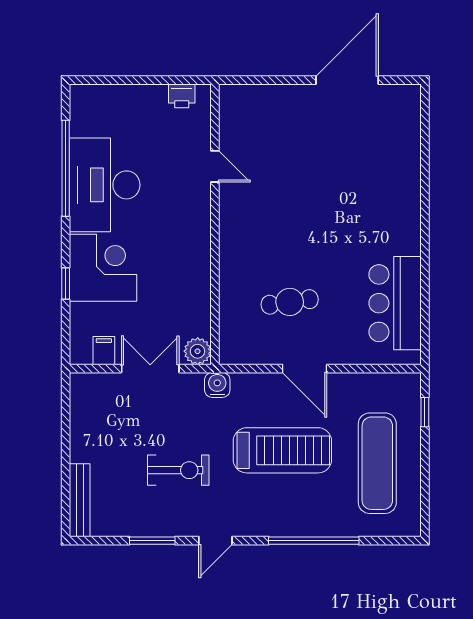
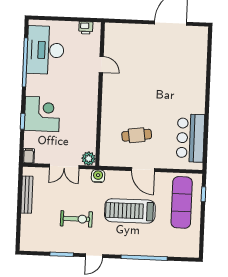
desk: (105, 185) -> (45, 50), moved
filing cabinet: (104, 351) -> (29, 156), moved
double door: (150, 369) -> (64, 166), swing flipped
treadmill: (282, 450) -> (130, 211), turned 180
exercise mat: (377, 463) -> (182, 202), moved
bench: (80, 500) -> (27, 195), moved

